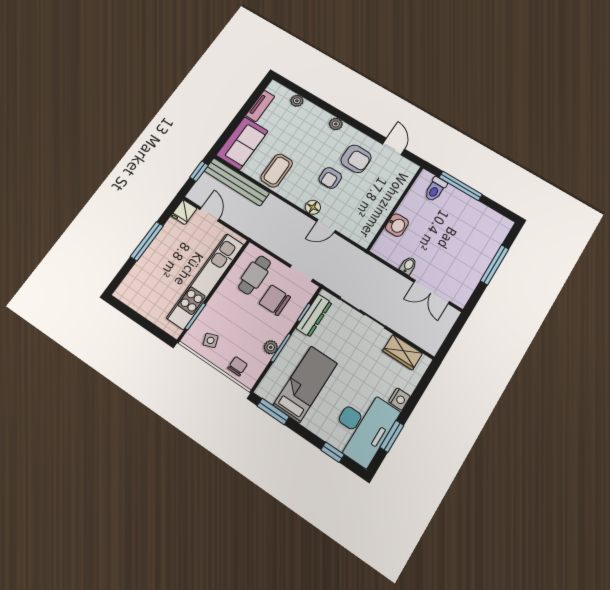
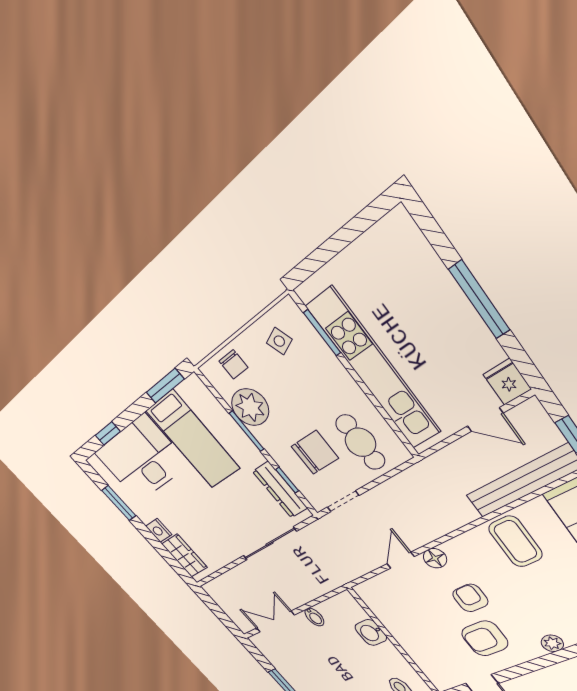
plant: (271, 347) -> (250, 407), width x1.88, depth x1.88
wardrobe: (403, 352) -> (184, 556), moved, turned 90
desk: (363, 427) -> (142, 459), moved, turned 90

